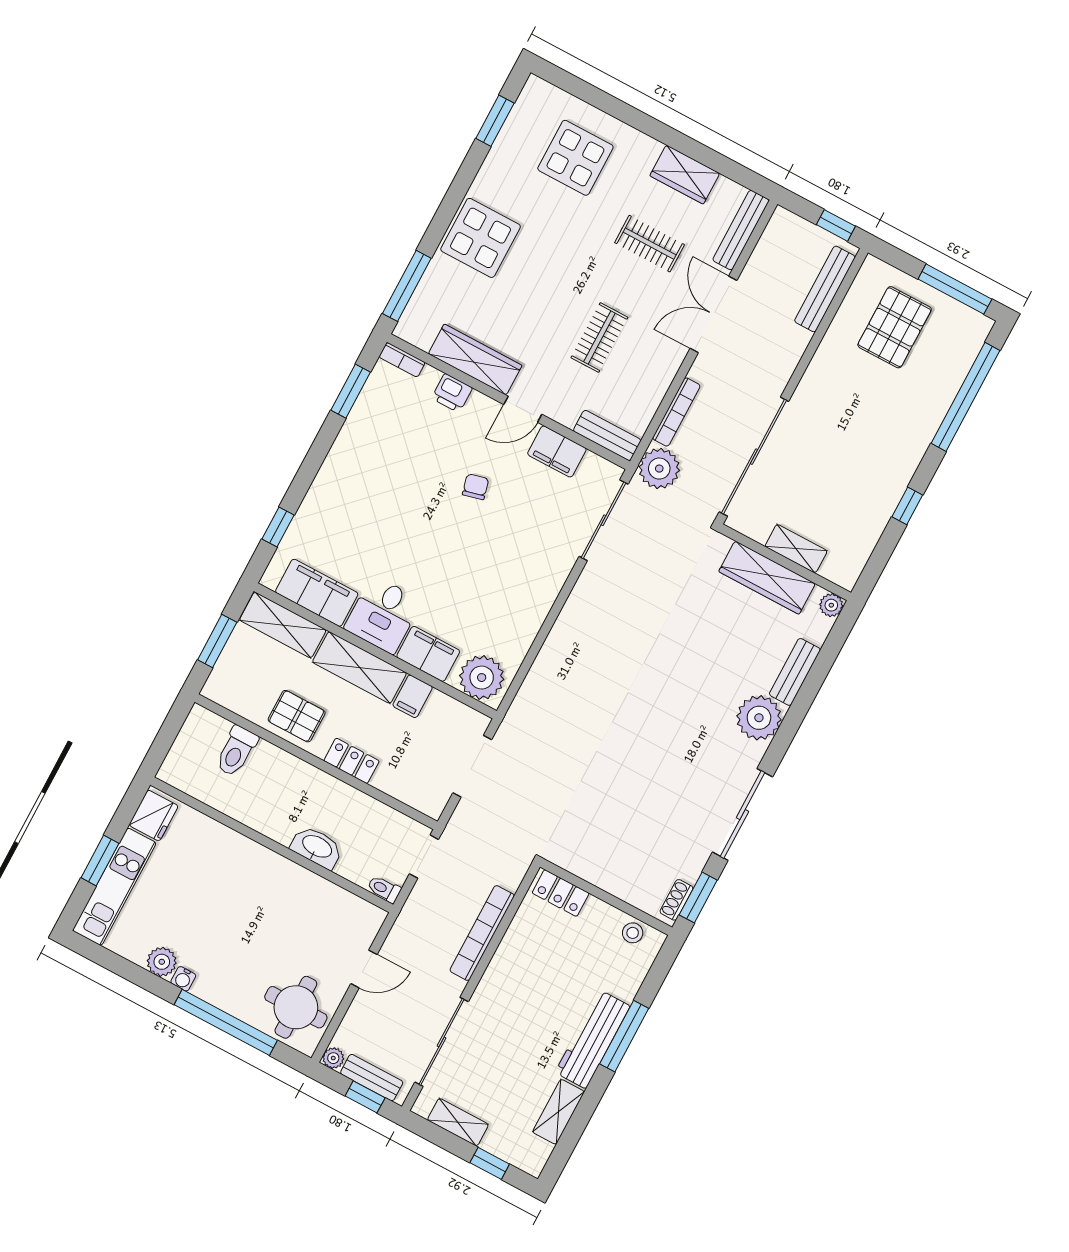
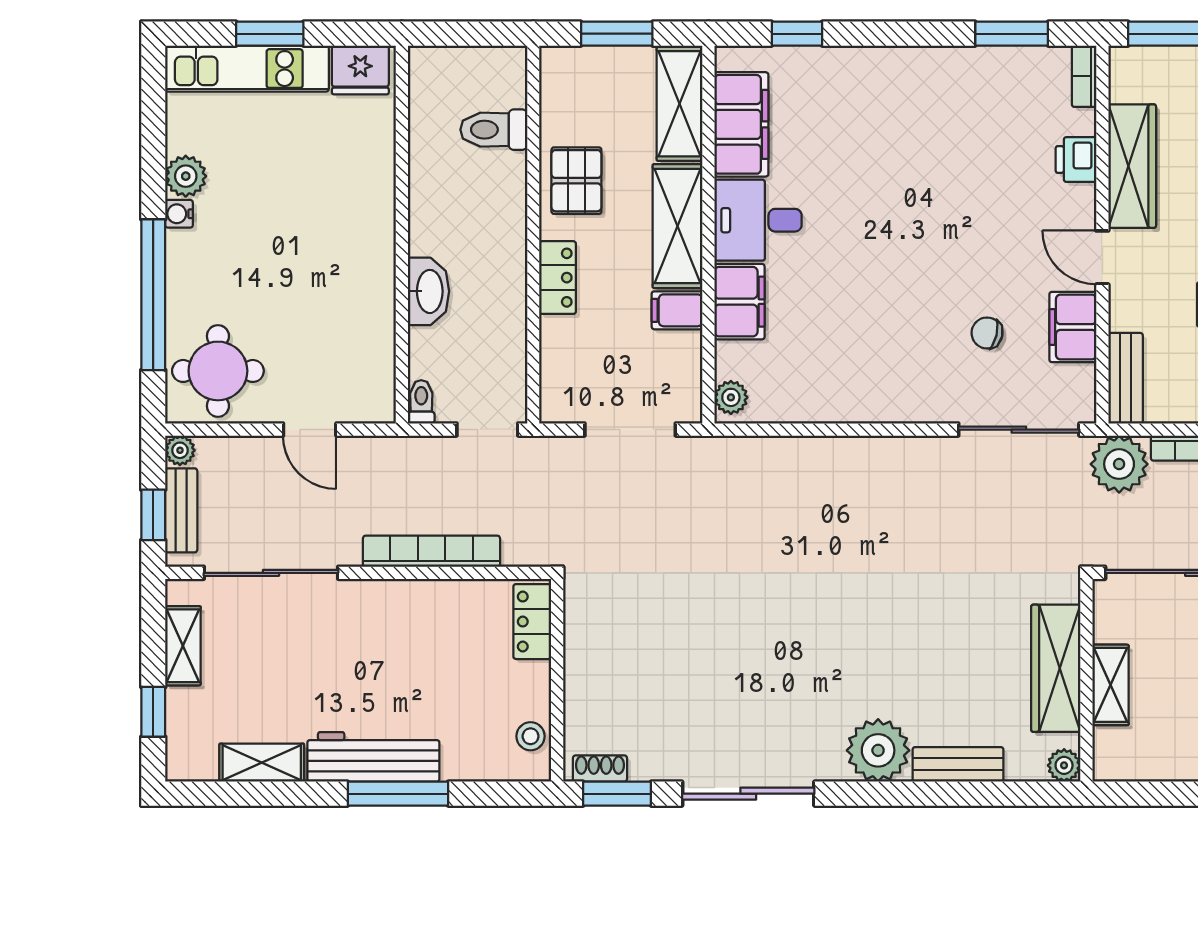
chair: (476, 487) -> (987, 333), moved, turned -153
plant: (482, 678) -> (731, 397), width x0.53, depth x0.53

